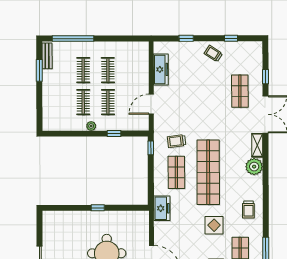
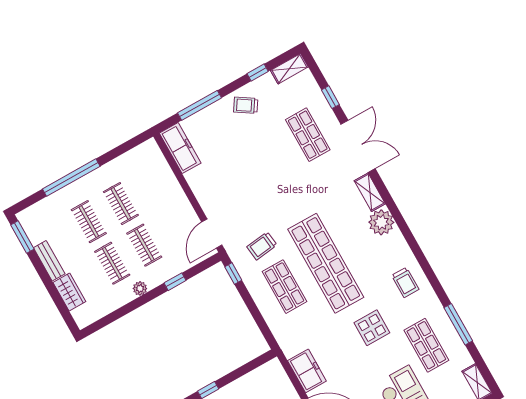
window: (186, 38) -> (199, 105), width x2.17
window: (73, 39) -> (71, 178), moved
shelving: (251, 46) -> (289, 69), added
bench: (47, 56) -> (49, 261), moved
freezer: (161, 69) -> (180, 148), moved
window: (39, 70) -> (22, 237), moved
door: (151, 104) -> (212, 234), moved
wardrobe: (49, 105) -> (69, 292), added
freezer: (162, 208) -> (307, 371), moved

